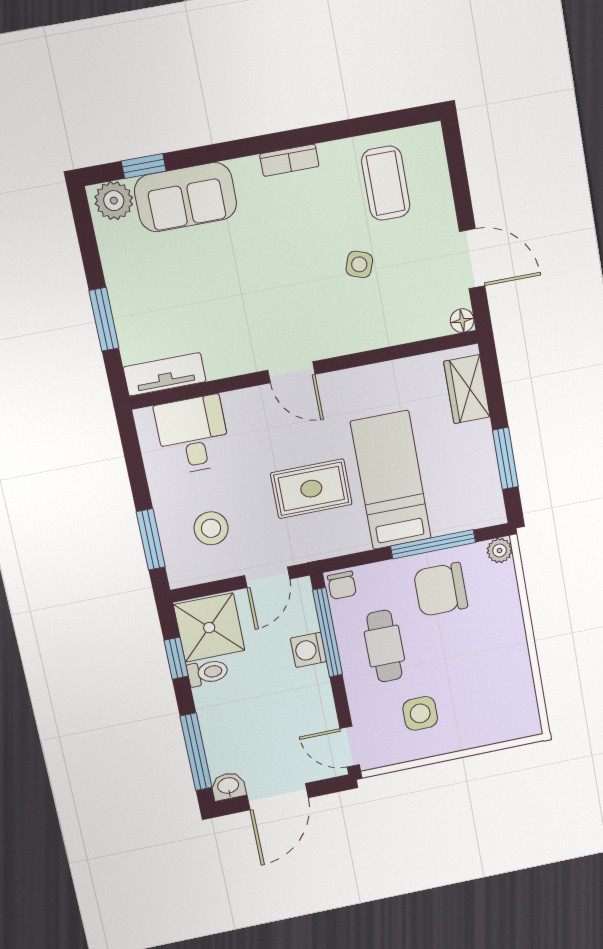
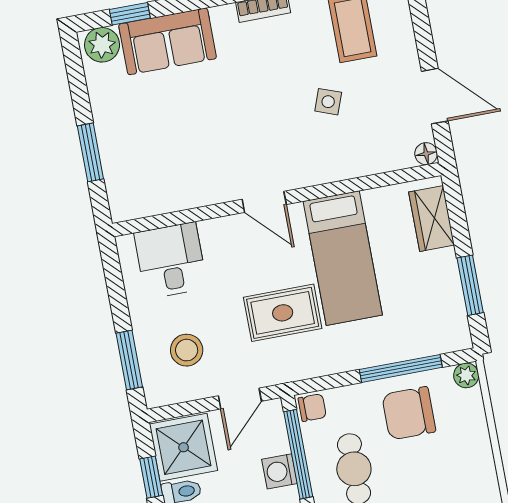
tv unit: (165, 374) -> (145, 203), removed
bed: (391, 480) -> (343, 258), moved, turned 180
chair: (342, 585) -> (312, 408), turned -90

